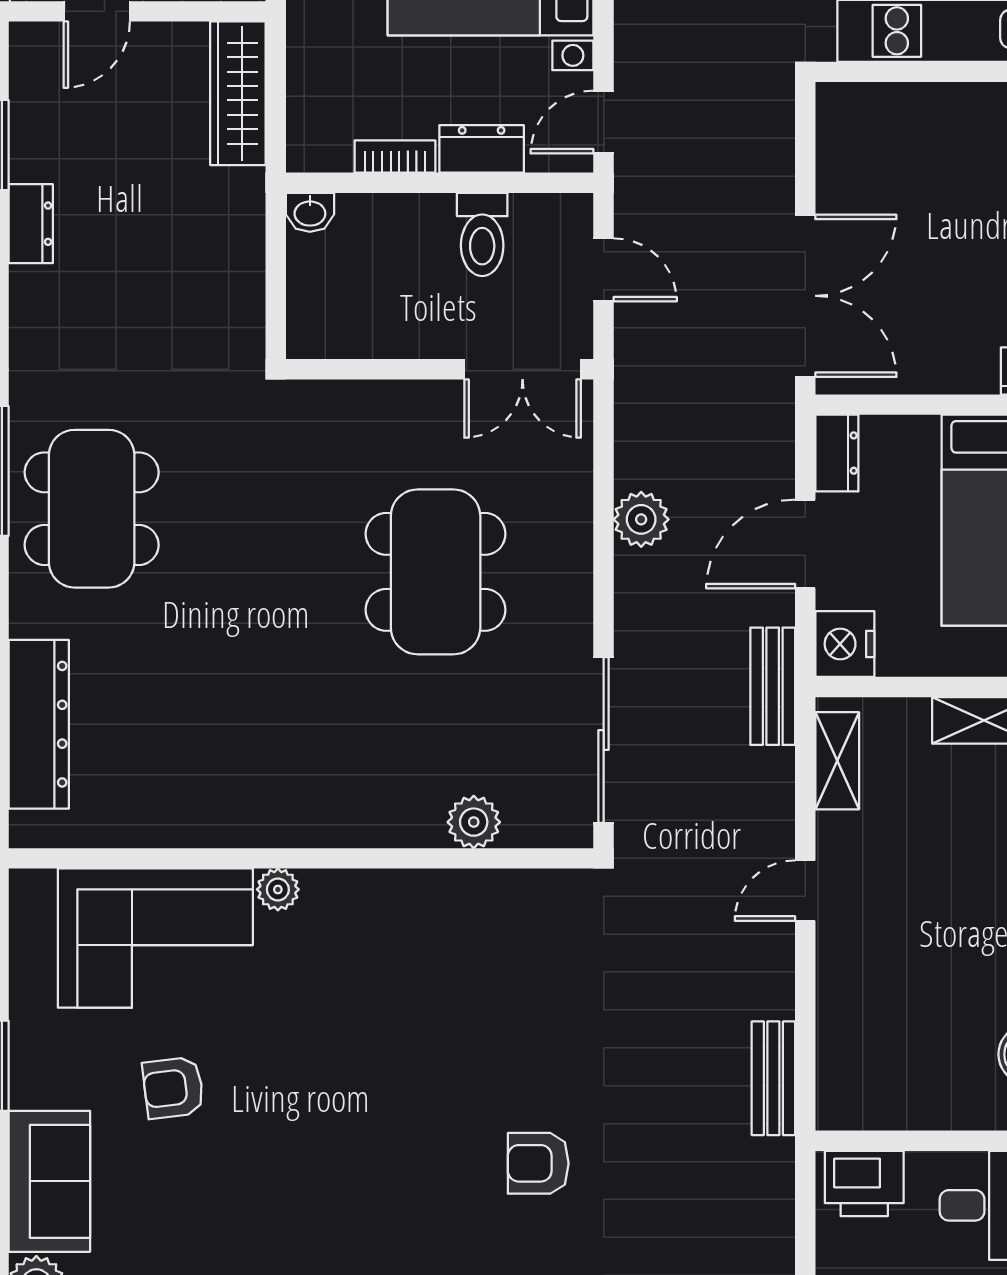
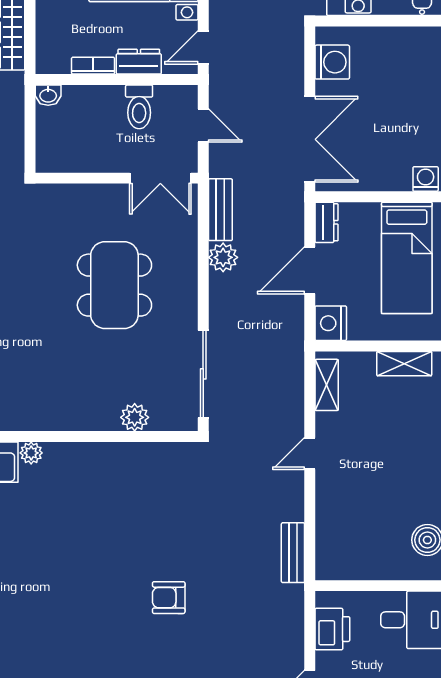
washing machine: (848, 150) -> (332, 62), added
bench: (773, 686) -> (220, 210), moved
printer: (864, 1183) -> (332, 629), moved, turned -90

